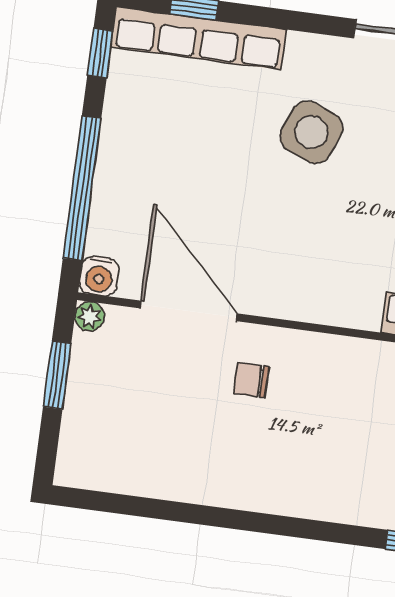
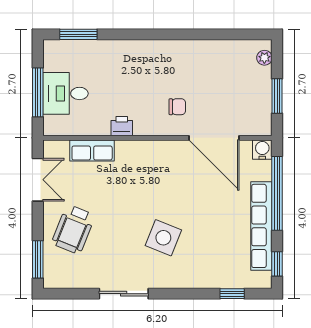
row of seats: (199, 38) -> (261, 226), moved, turned -90
plant: (90, 316) -> (264, 58), moved
printer: (363, 357) -> (122, 126), added

